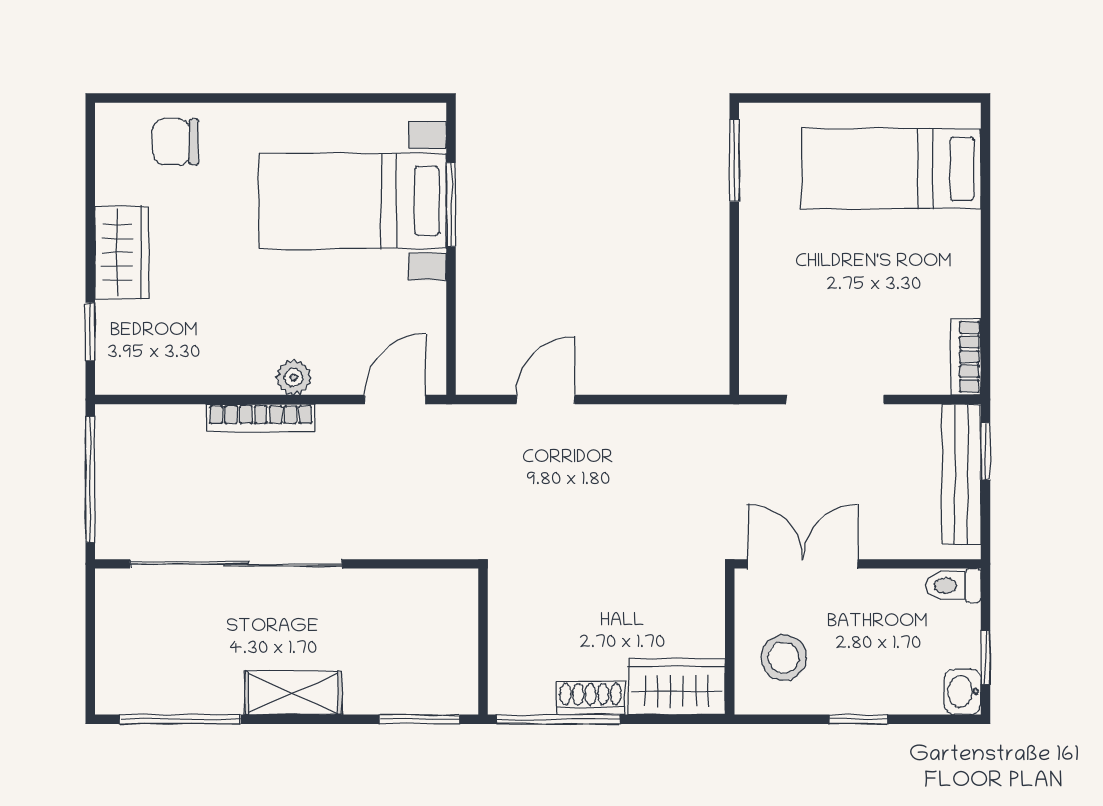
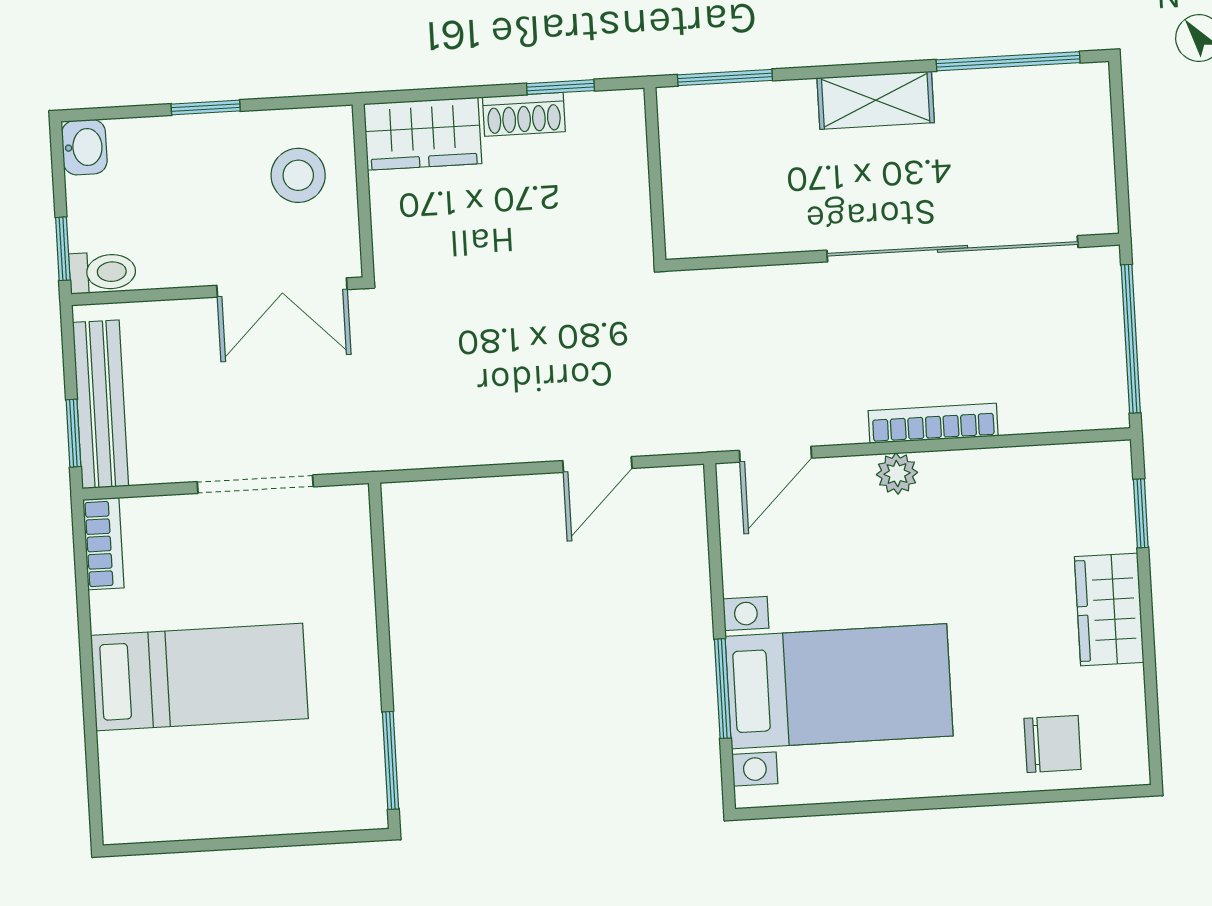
bed: (891, 169) -> (199, 677), moved
window: (986, 657) -> (63, 249), moved
window: (558, 719) -> (560, 87), width x0.46

